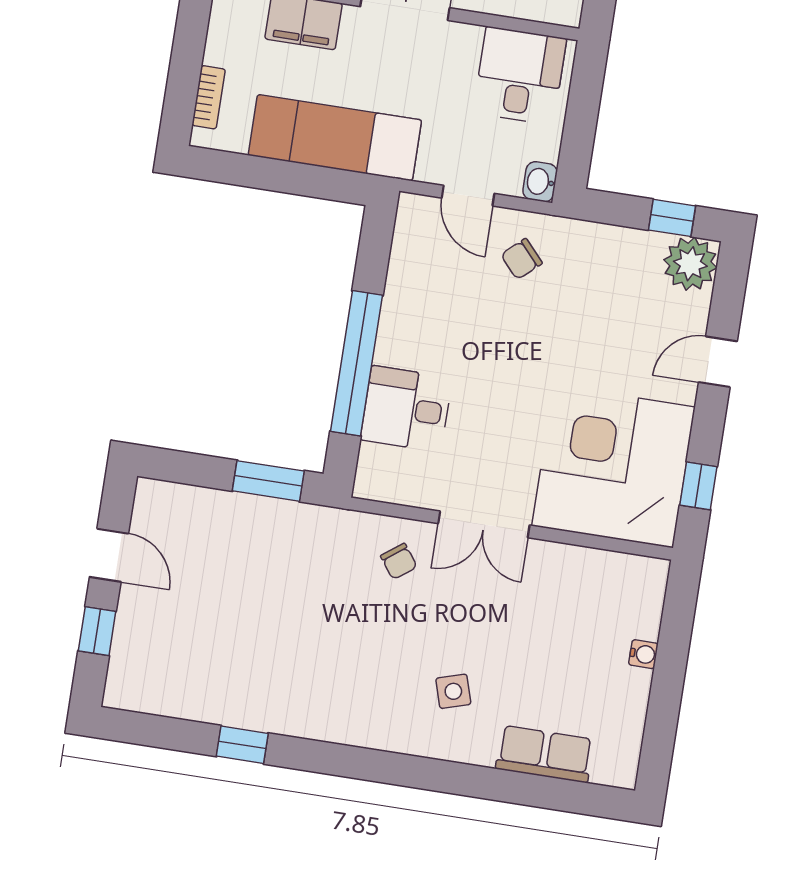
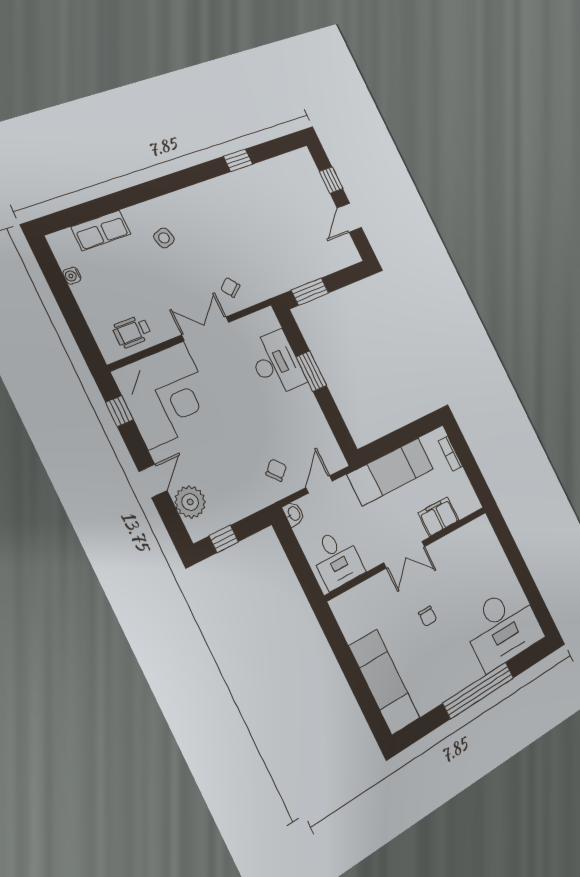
door: (468, 196) -> (319, 484), hinge flipped
plant: (690, 264) -> (190, 502), moved
window: (357, 363) -> (311, 371), width x0.47
desk: (406, 409) -> (276, 363), width x1.37
door: (109, 555) -> (349, 218), hinge flipped
wheelchair: (601, 584) -> (132, 332), added
water cooler: (643, 654) -> (72, 276), moved

